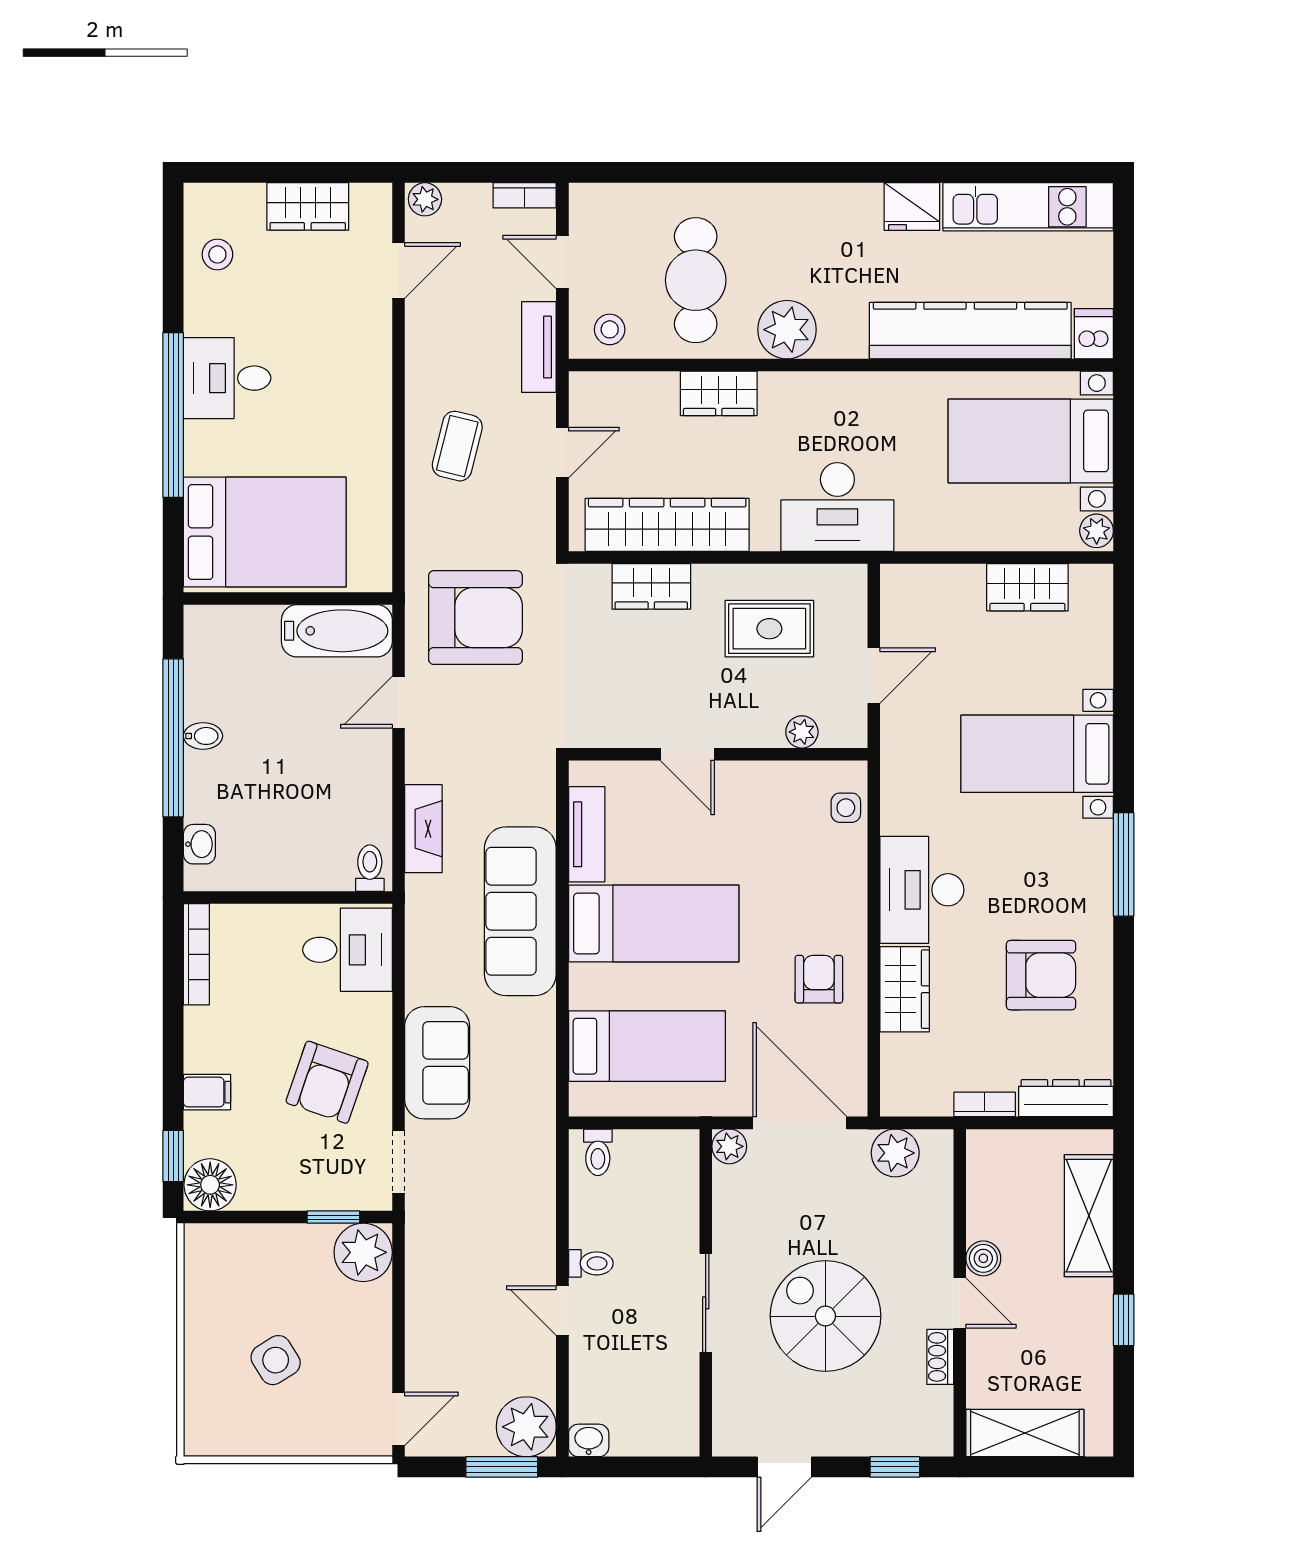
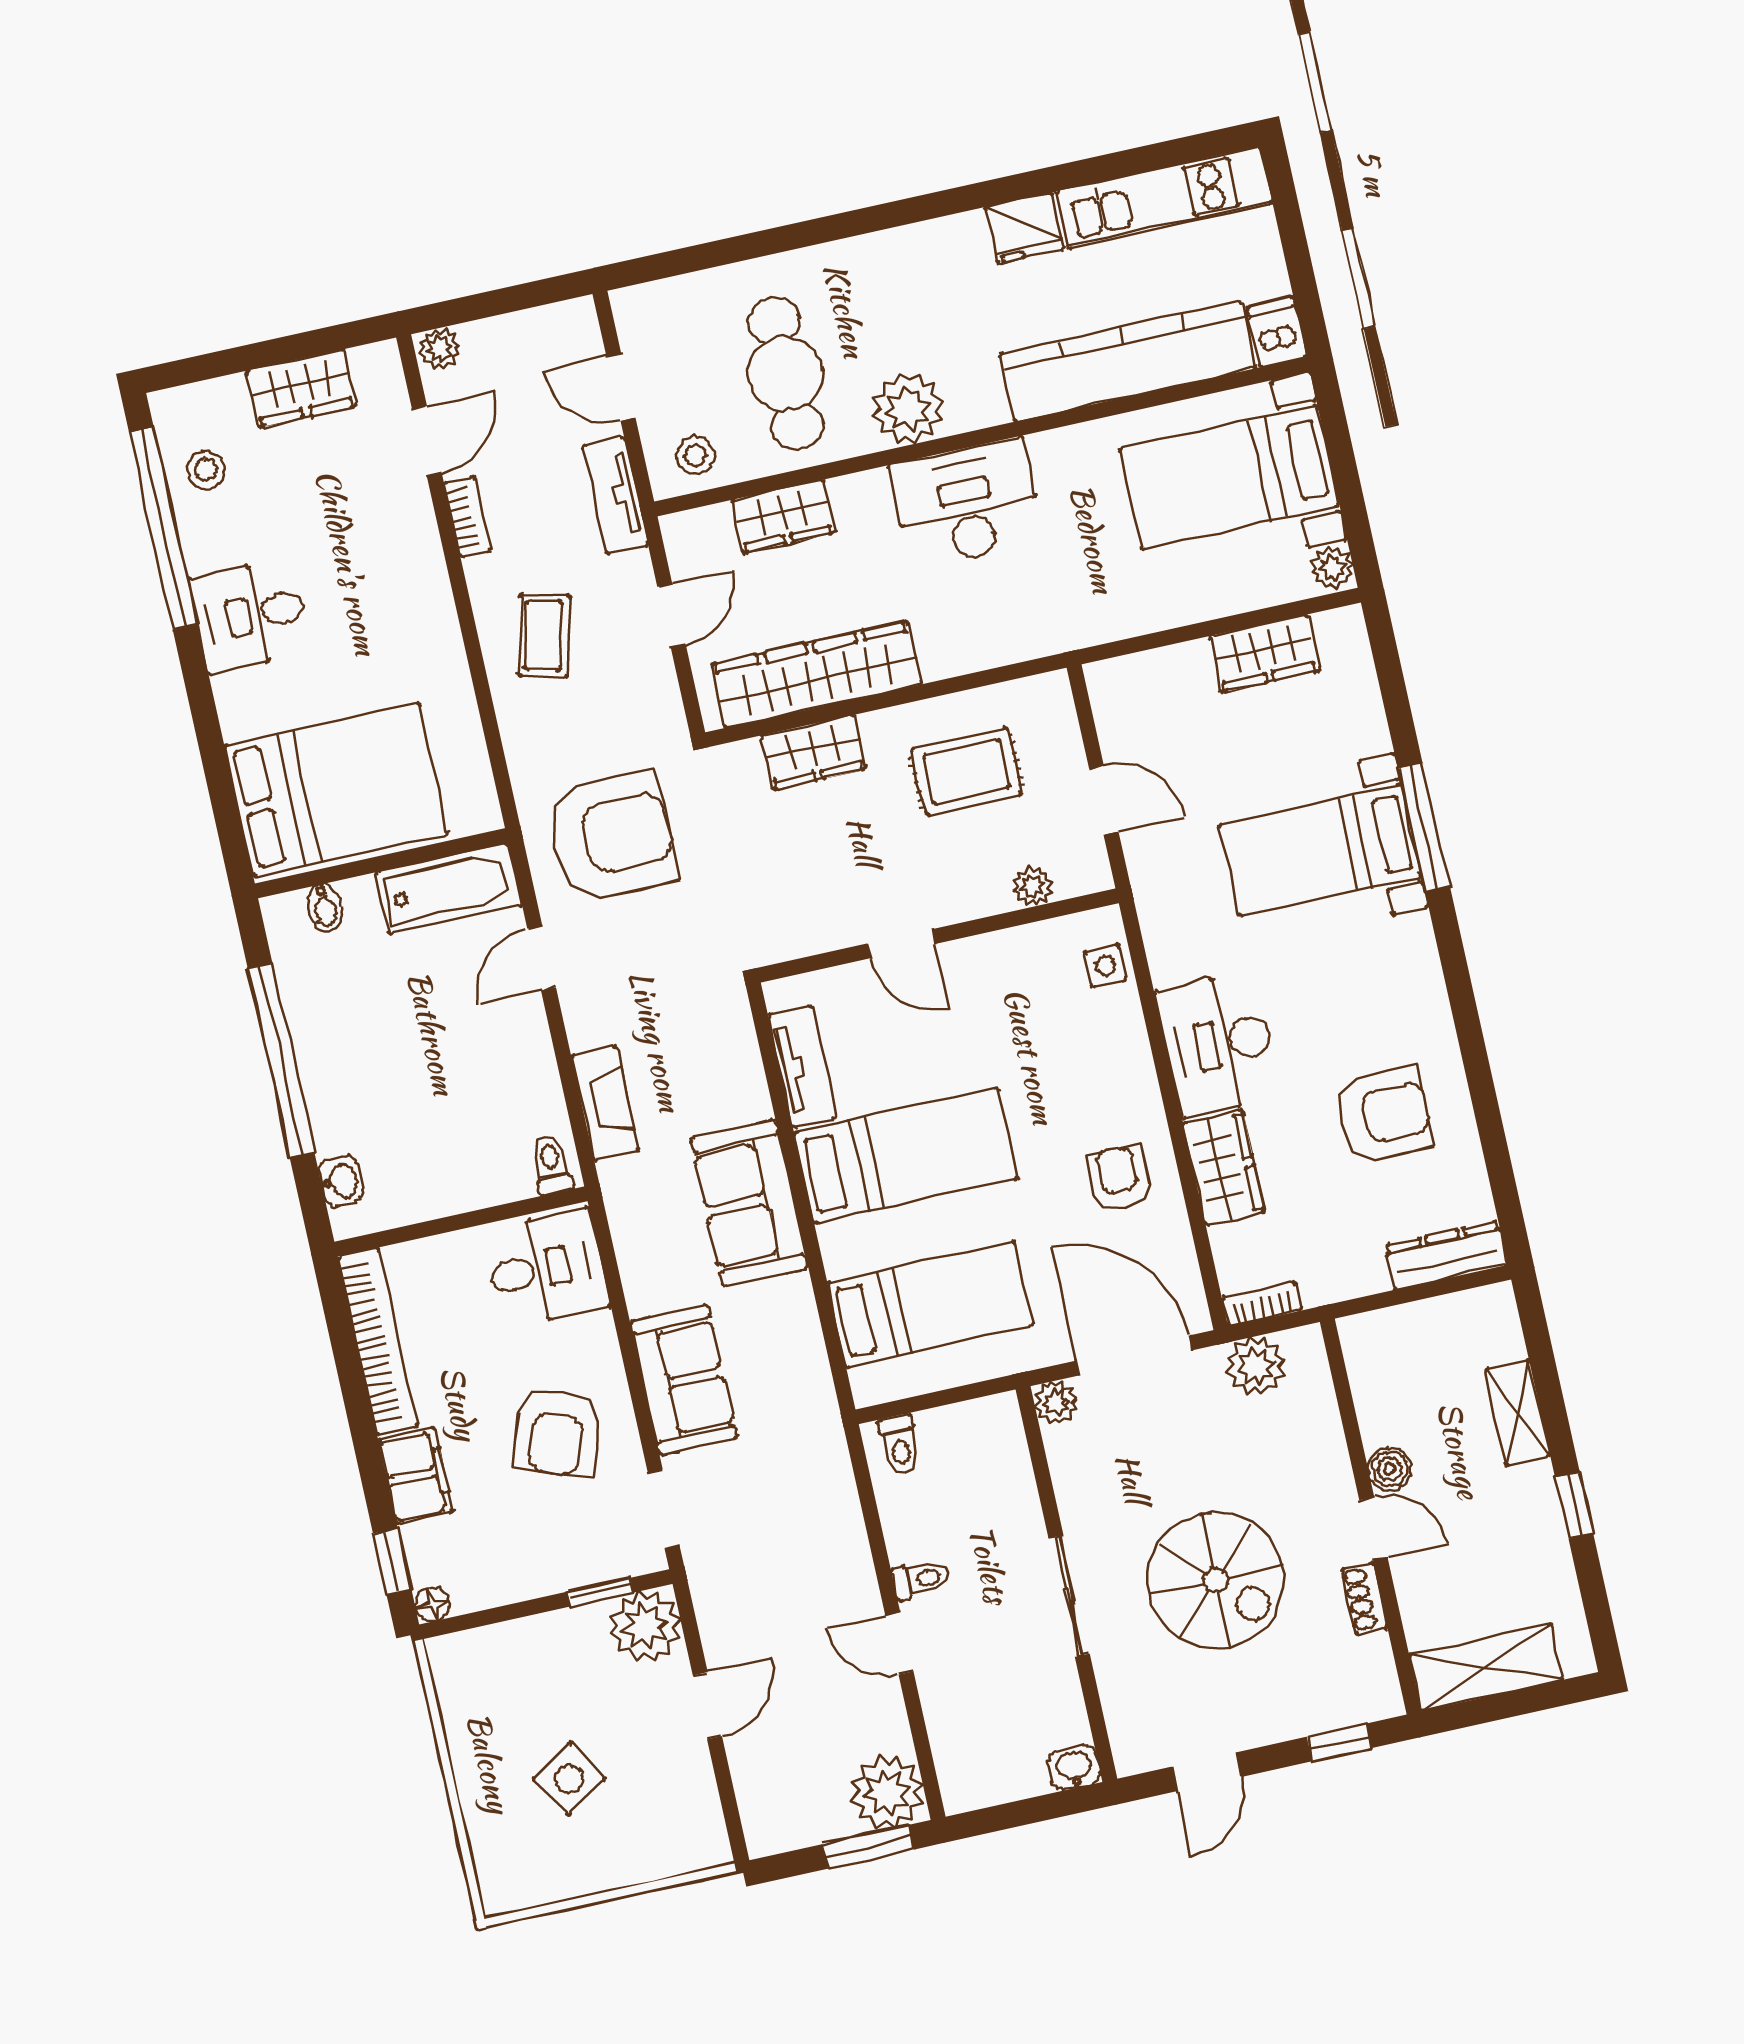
bookcase: (525, 195) -> (467, 517), moved, turned -90
wardrobe: (719, 393) -> (783, 516), moved
window: (173, 415) -> (163, 528), moved
desk: (837, 507) -> (967, 504), moved, turned 180
door: (874, 676) -> (1104, 800), hinge flipped
bidet: (203, 736) -> (325, 908), moved, turned 90
window: (1124, 864) -> (1424, 827), moved
sofa: (520, 911) -> (749, 1203), width x0.73
bookcase: (196, 954) -> (378, 1342), width x1.48, depth x1.31
filing cabinet: (207, 1092) -> (416, 1476), width x2.00
bookcase: (985, 1104) -> (1262, 1304), moved
floor lamp: (210, 1185) -> (433, 1604), width x0.53, depth x0.53
shelving: (1089, 1216) -> (1518, 1413), width x0.67, depth x0.75
spiral stairs: (825, 1316) -> (1216, 1580), turned 180
door: (399, 1419) -> (707, 1706), moved
washbasin: (589, 1440) -> (1074, 1768), moved

